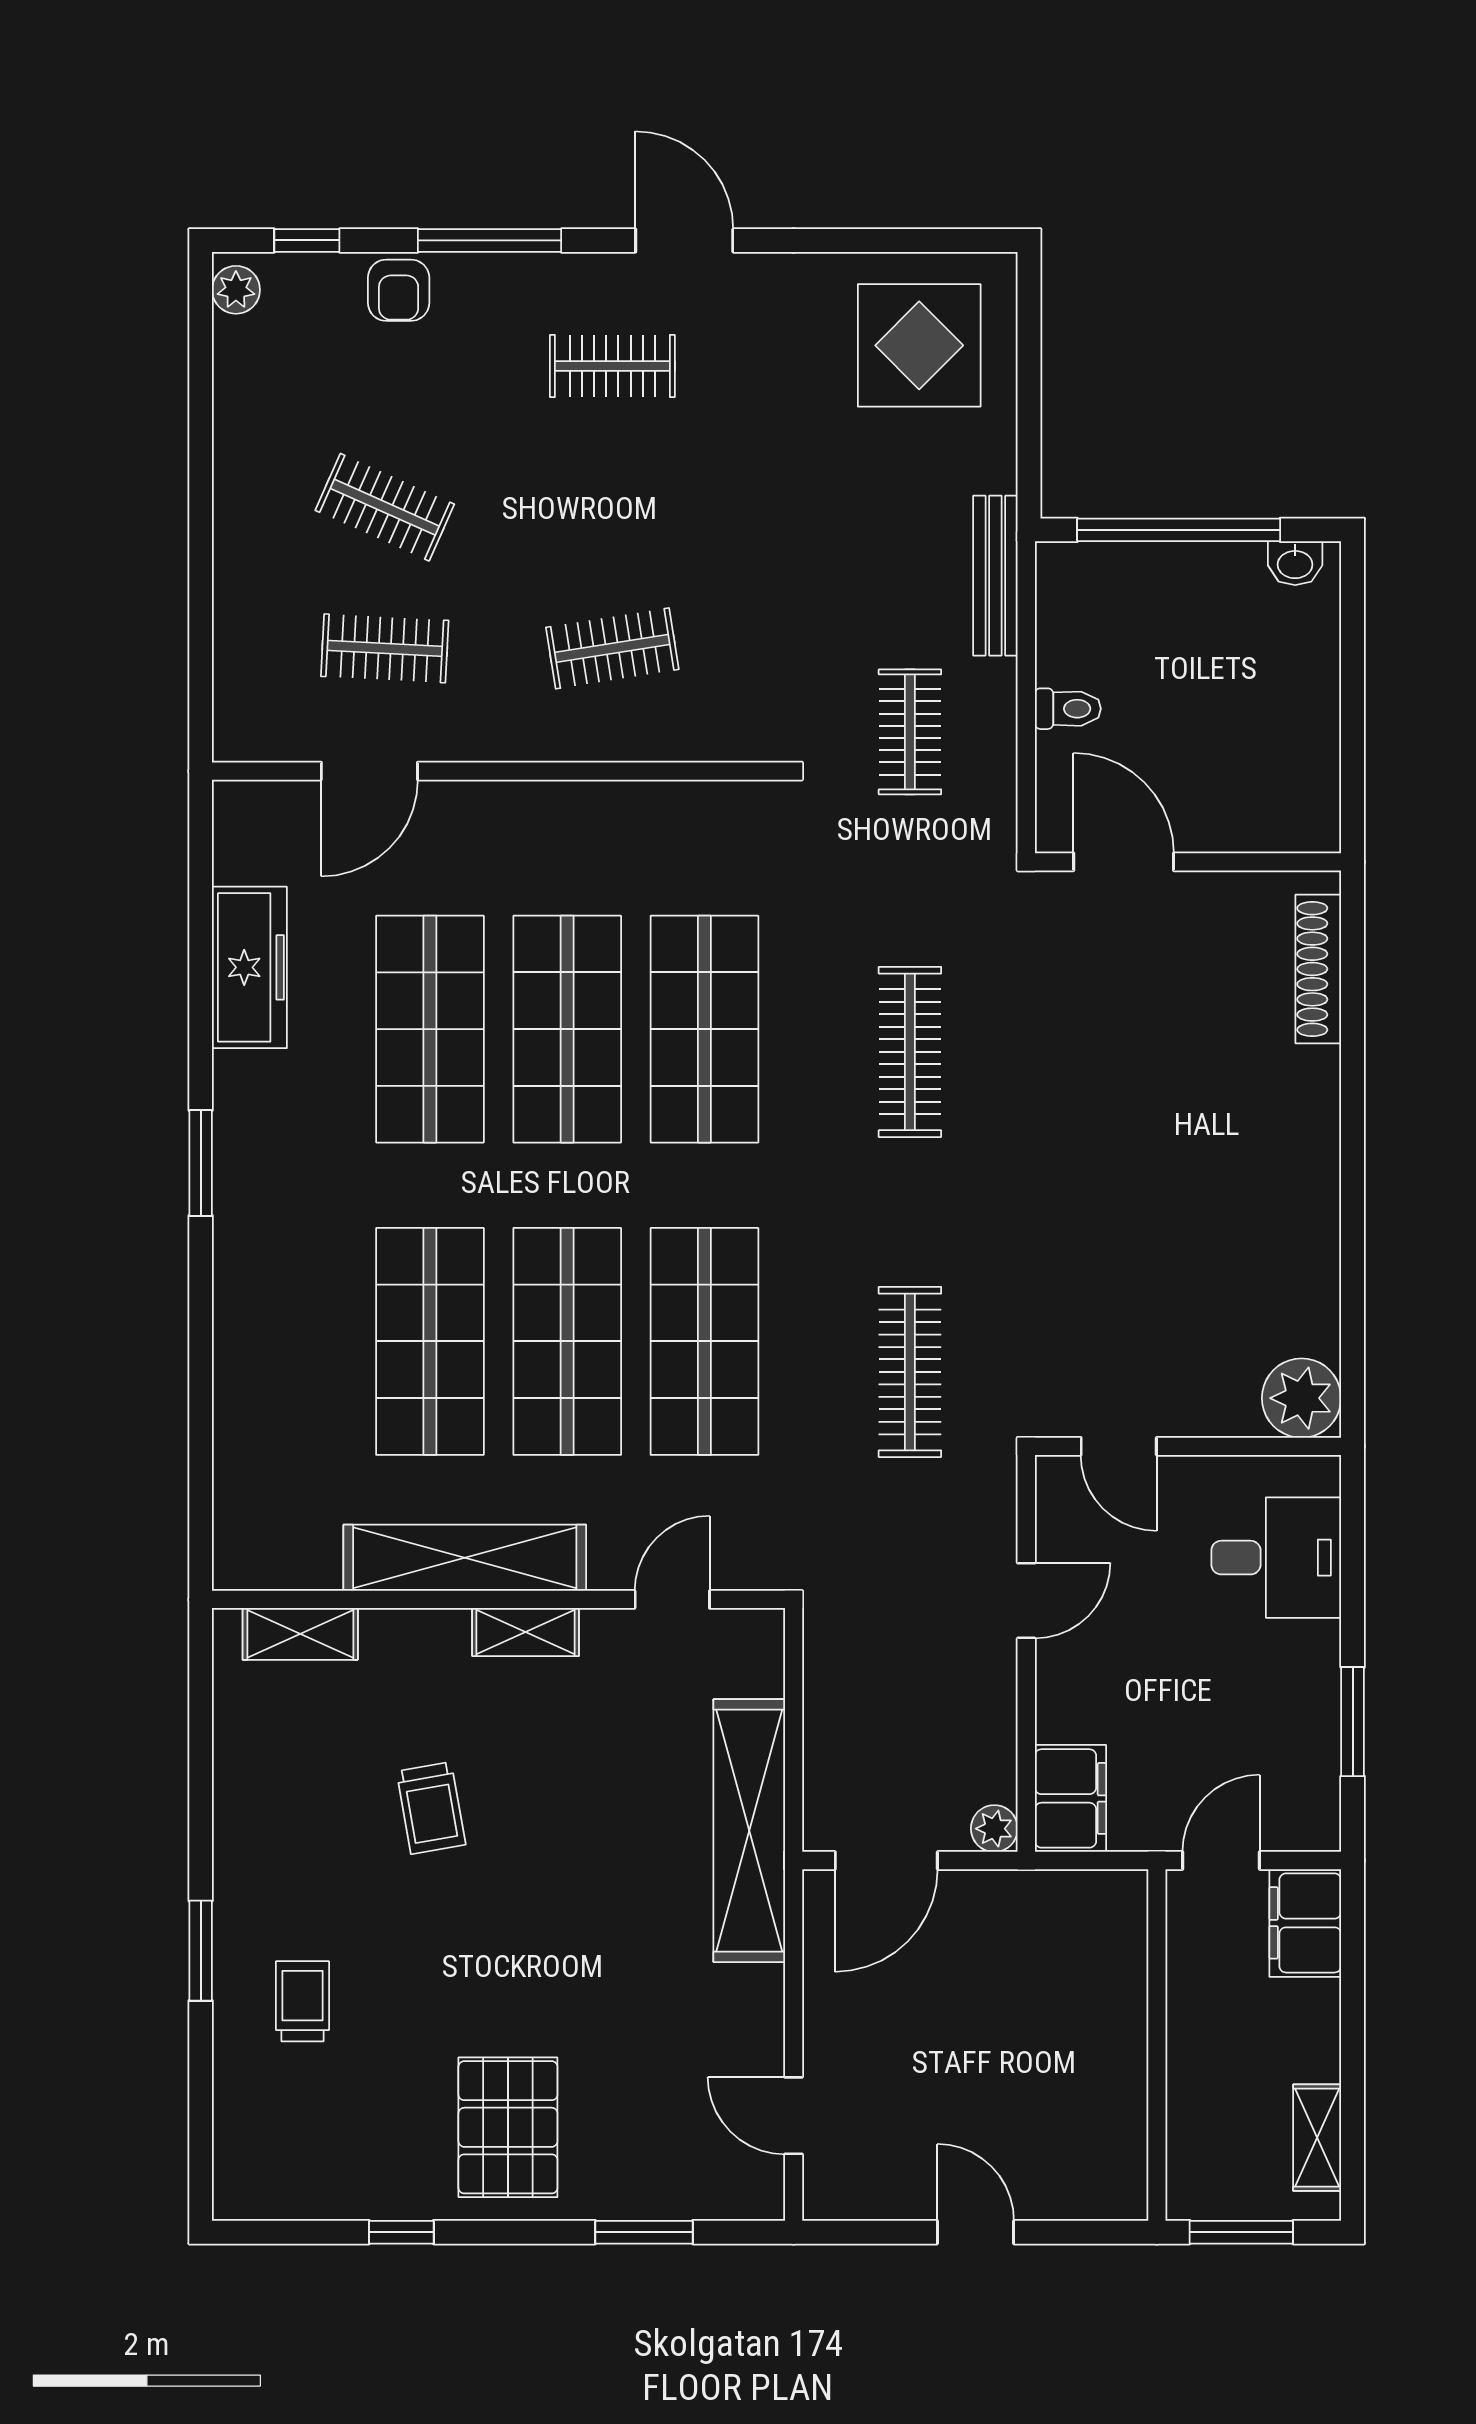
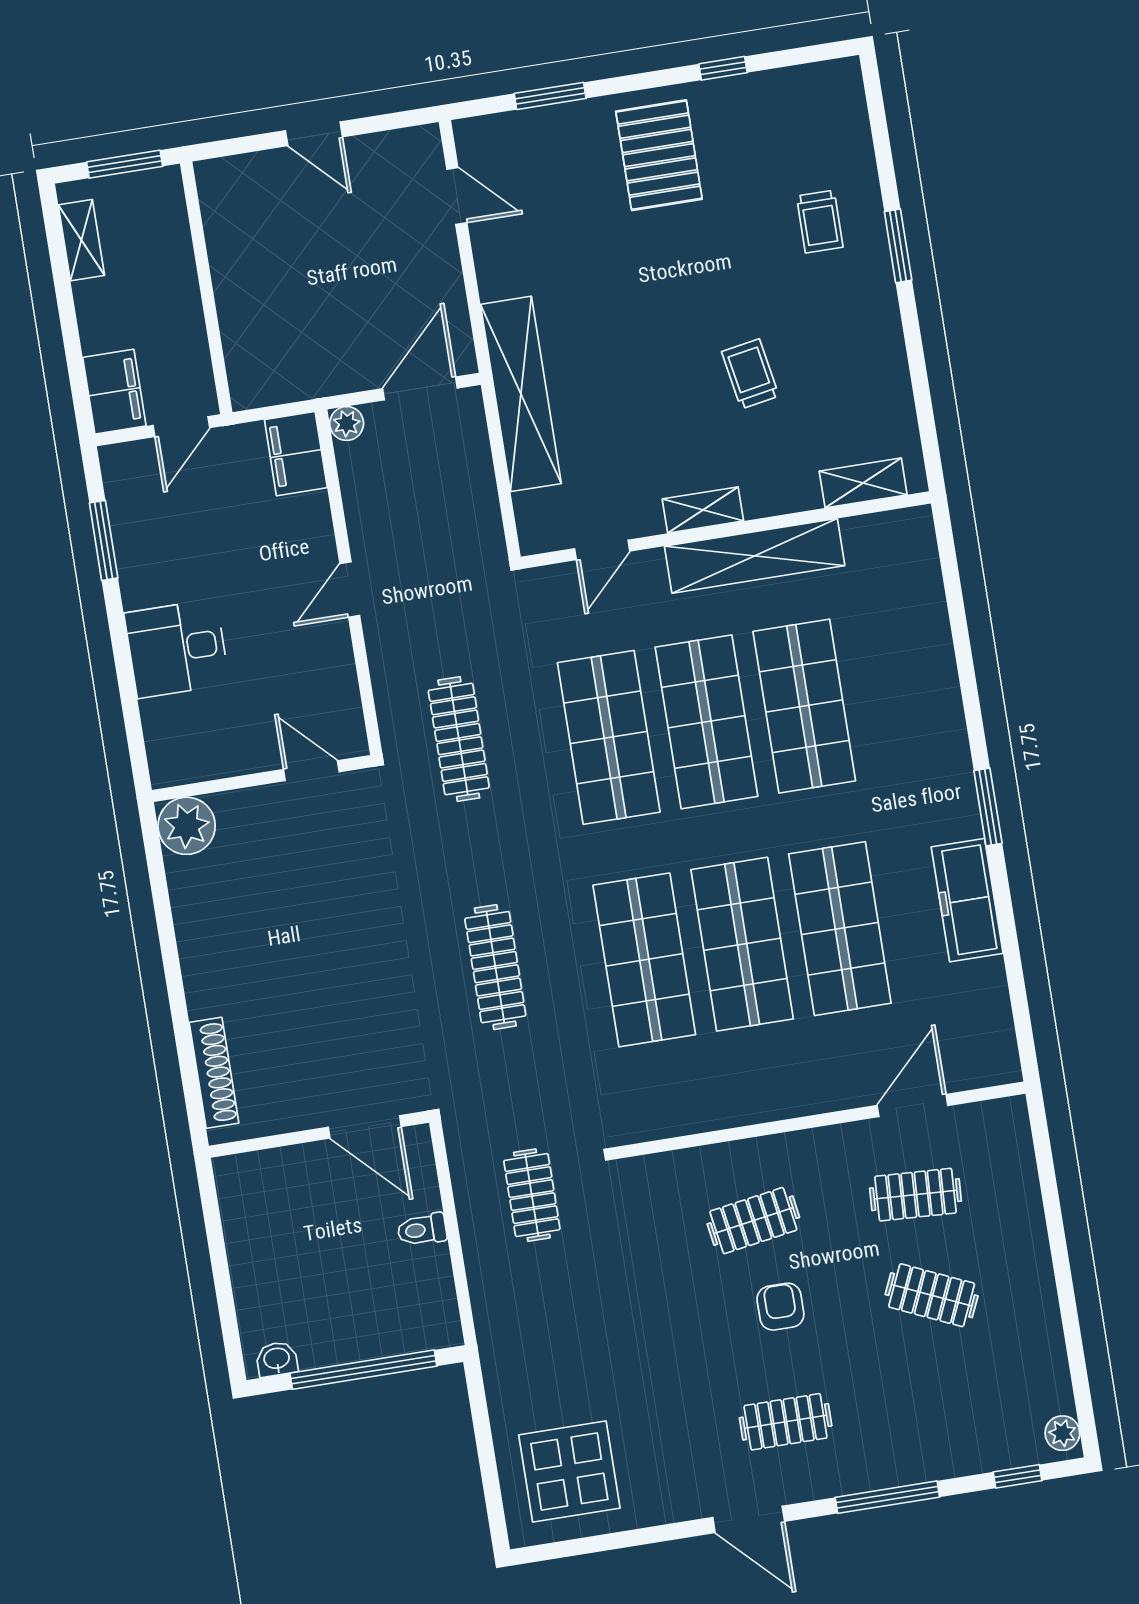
armchair: (399, 290) -> (780, 1307), moved
bench: (995, 576) -> (489, 1316), removed
freezer: (249, 967) -> (967, 900), moved
plant: (1302, 1398) -> (187, 826), moved
door: (1119, 1446) -> (311, 771), moved
wall: (1188, 1446) -> (262, 779), moved

